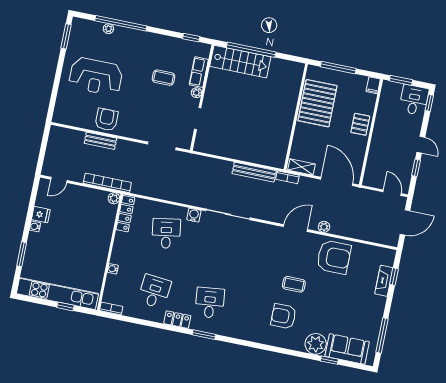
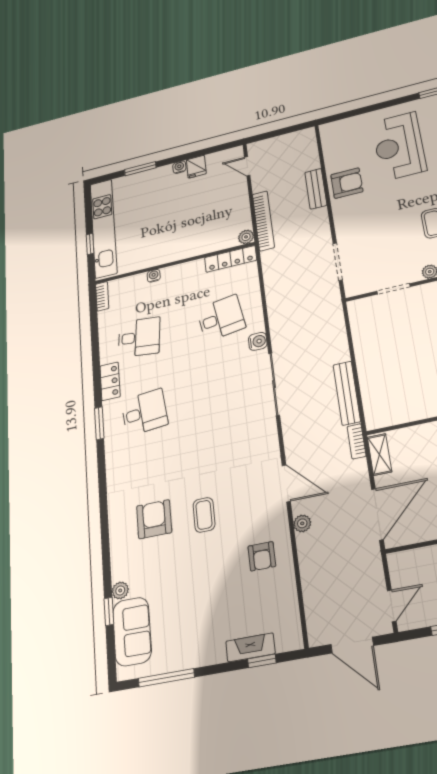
armchair: (334, 257) -> (262, 556), width x0.53, depth x0.53
plant: (316, 344) -> (120, 590), width x0.53, depth x0.53

